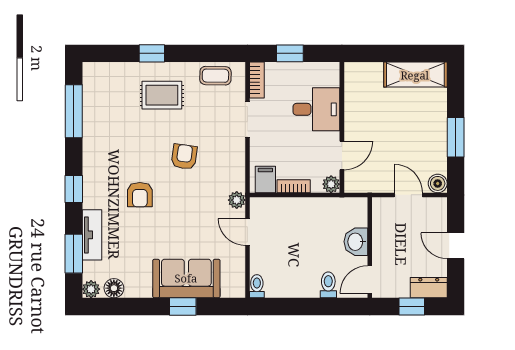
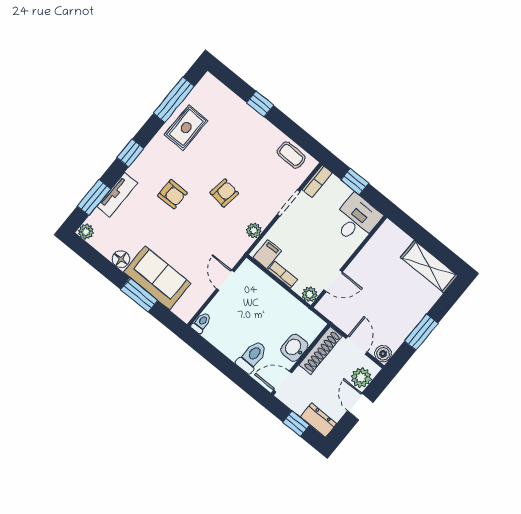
rug: (162, 95) -> (186, 128), moved, turned 90
desk: (316, 109) -> (356, 219), moved, turned -90
armchair: (140, 195) -> (173, 194), turned -90
plant: (237, 200) -> (254, 231), moved
plant: (436, 220) -> (361, 378), added
shoe rack: (381, 225) -> (320, 350), added
toilet: (328, 285) -> (252, 357), width x1.37, depth x1.39
floor lamp: (114, 288) -> (121, 259), moved
window: (183, 307) -> (139, 295), width x1.50

